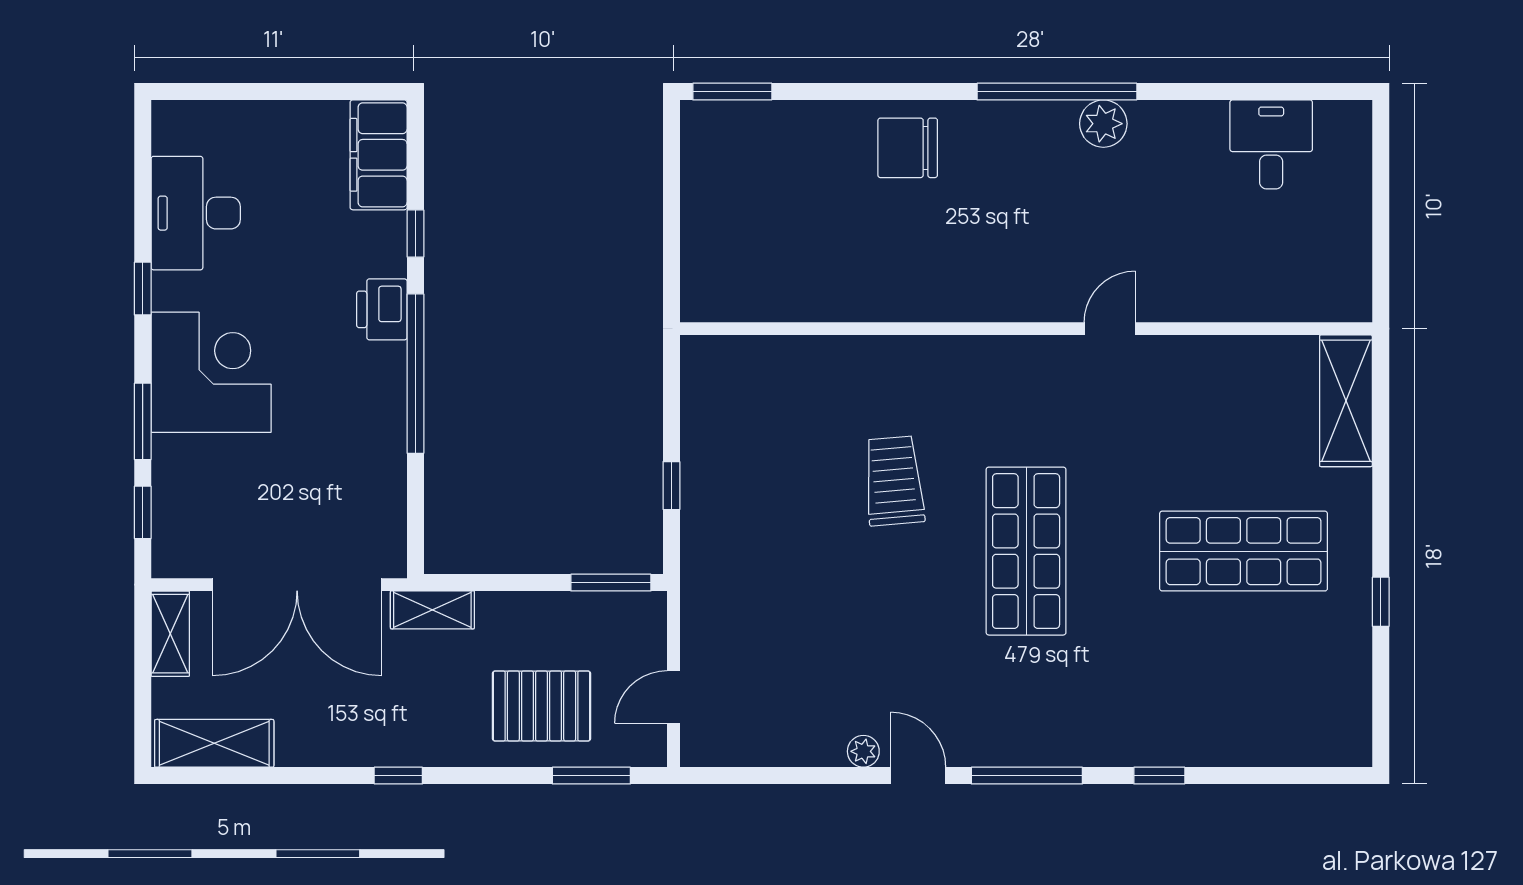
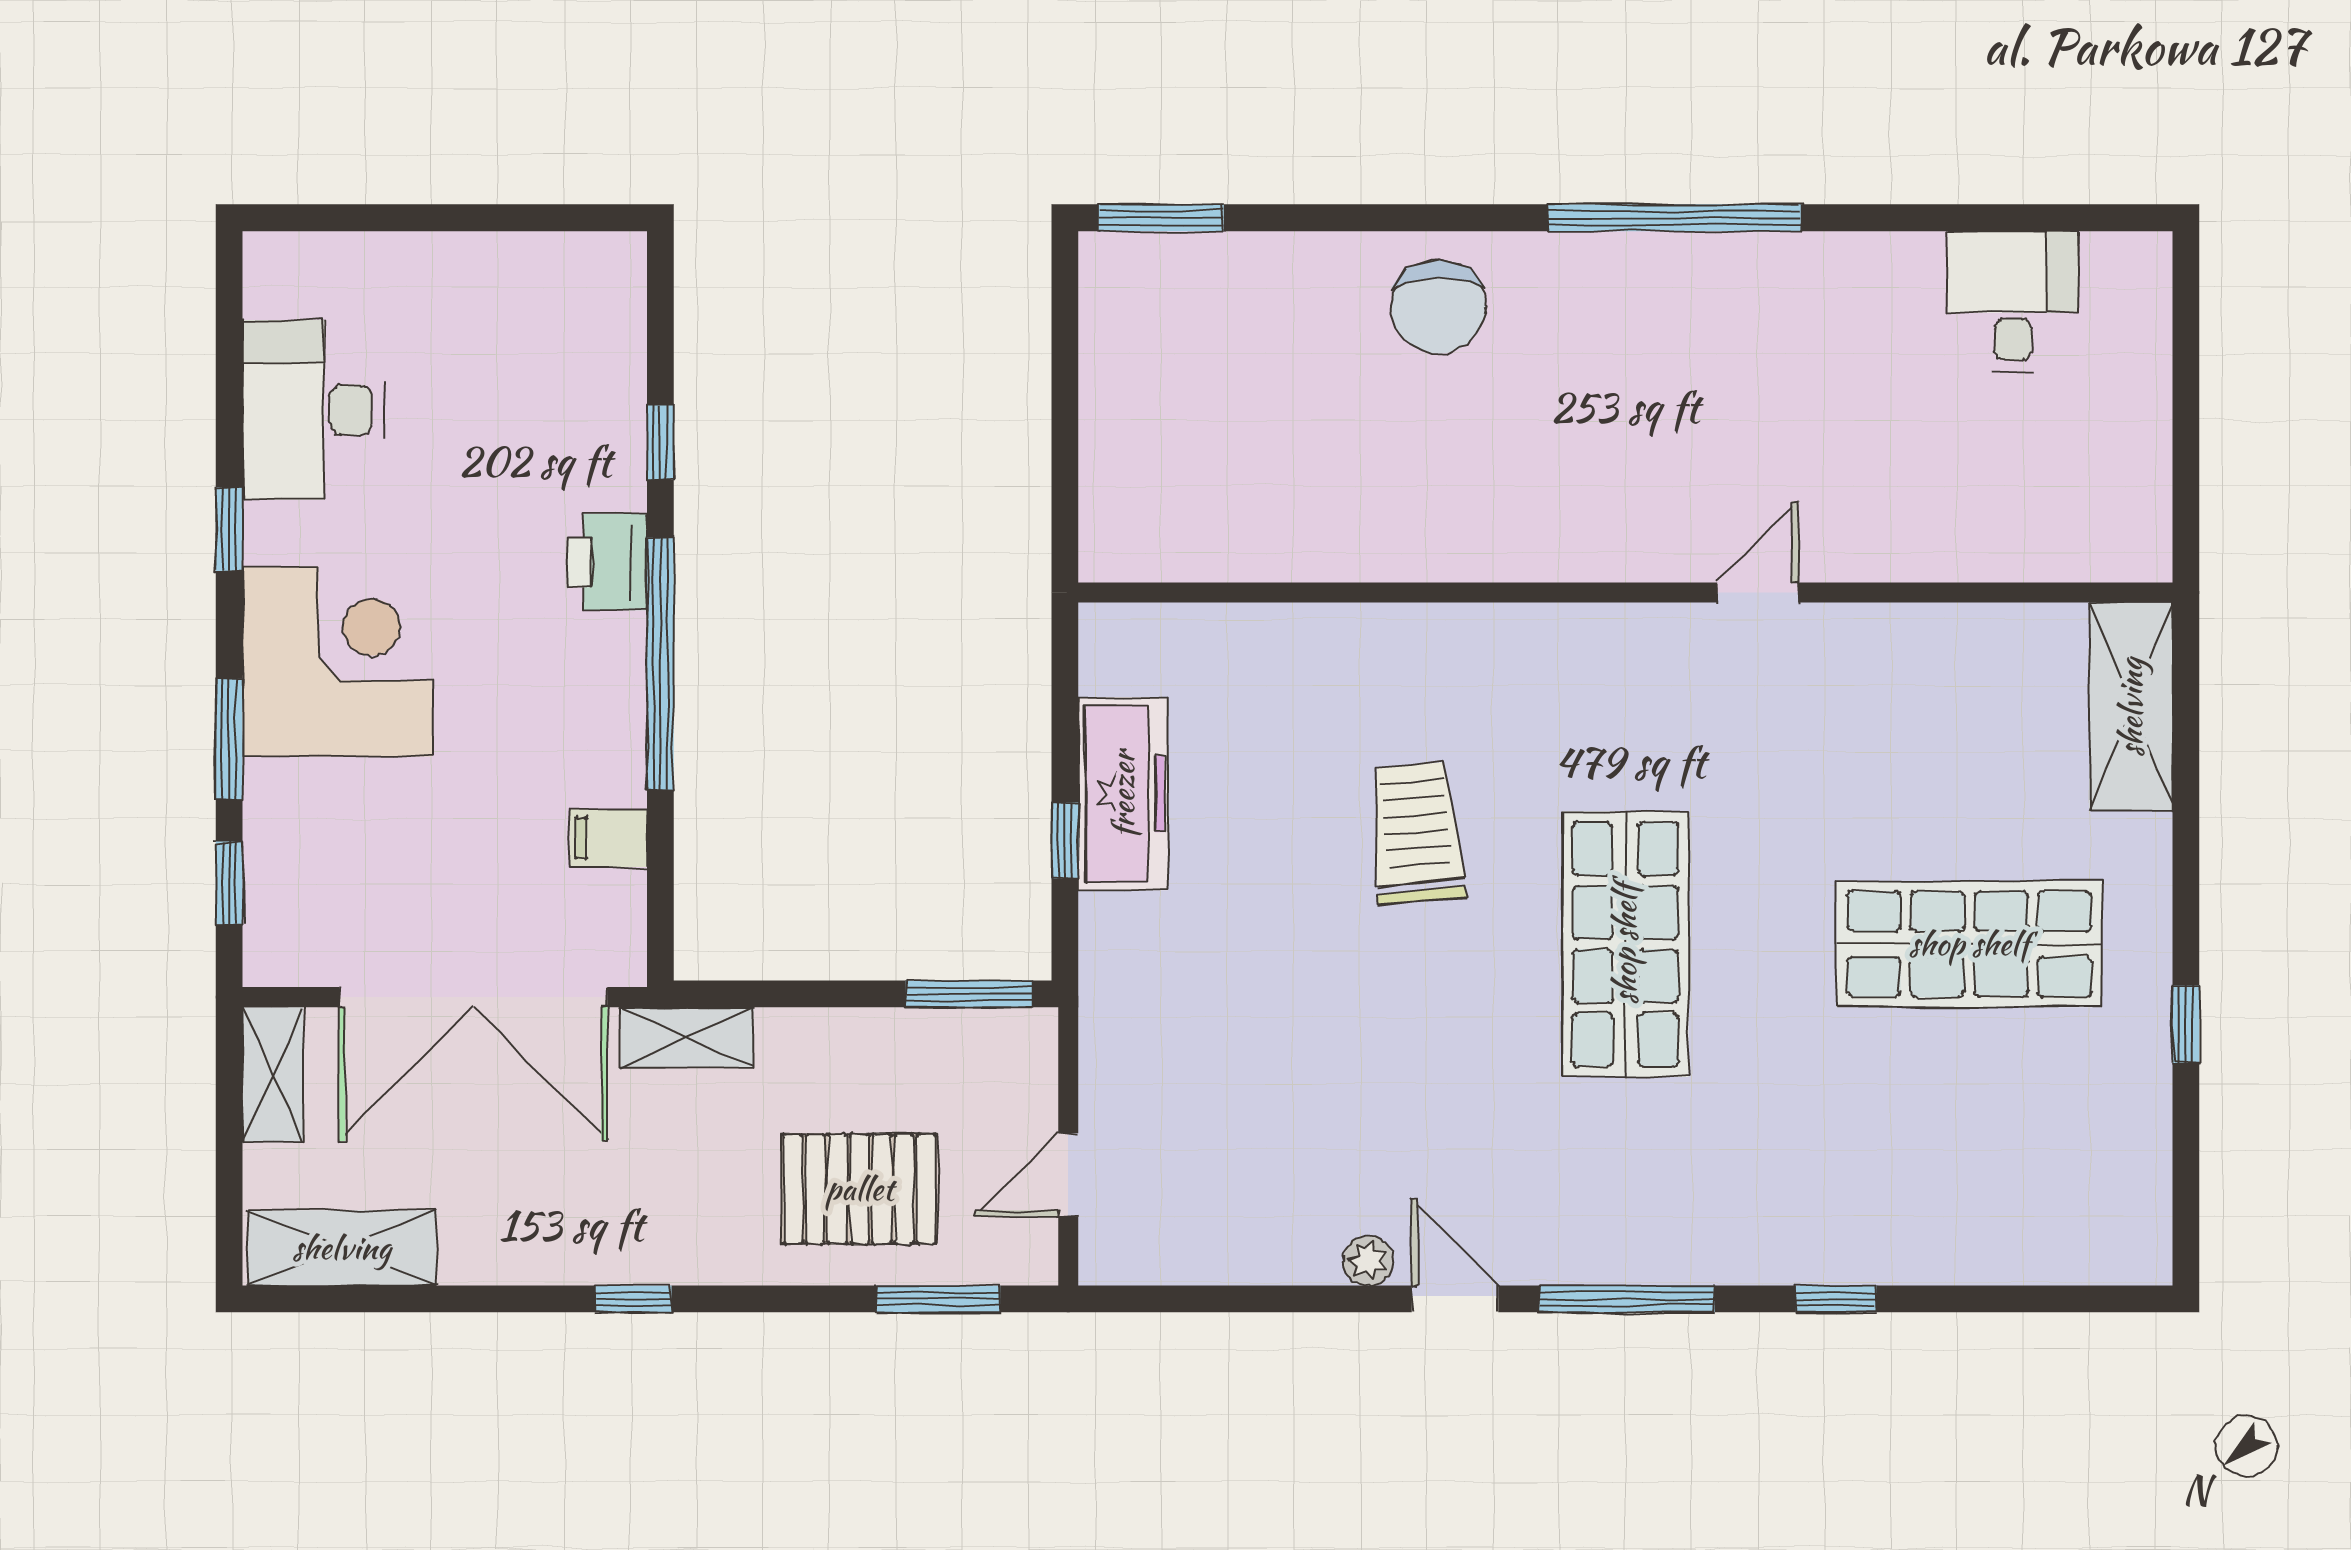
plant: (1103, 124) -> (1748, 268), removed
chair: (908, 148) -> (1438, 307), turned -90
filing cabinet: (379, 155) -> (608, 838), moved, width x0.33, depth x0.86
freezer: (708, 456) -> (1123, 794), added

